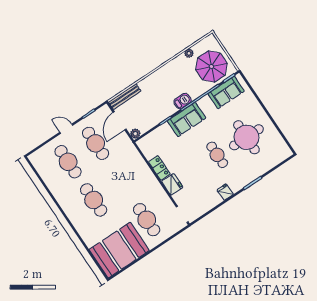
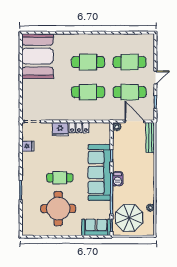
sofa: (226, 92) -> (96, 227), moved, turned 90
sofa: (187, 120) -> (99, 172), width x1.85, depth x1.27
fridge: (225, 192) -> (28, 146), moved
cafe table: (147, 220) -> (88, 92), moved

